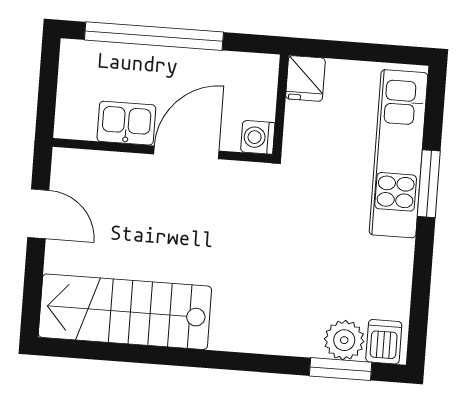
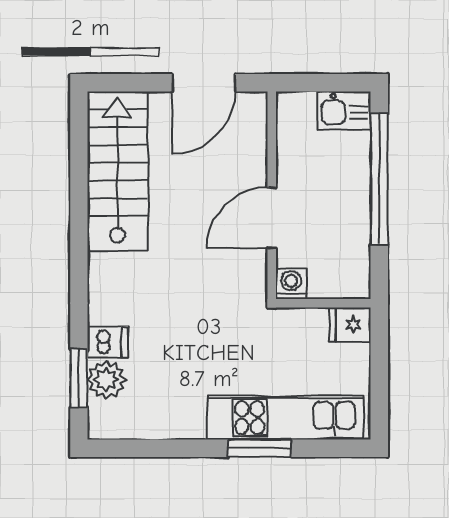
kitchen sink: (126, 123) -> (344, 111), moved, turned 90
door: (186, 152) -> (272, 218), swing flipped
door: (38, 214) -> (204, 83), width x1.38
dishwasher: (384, 342) -> (108, 342), moved

